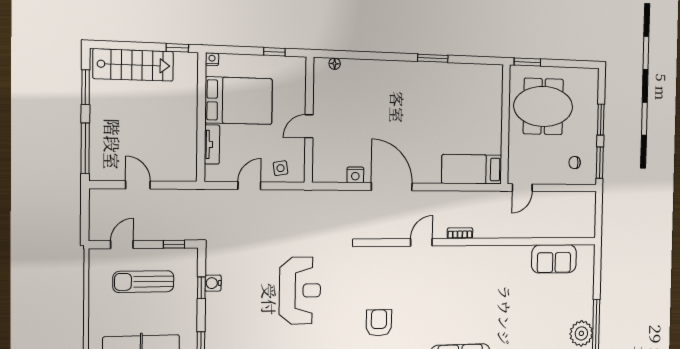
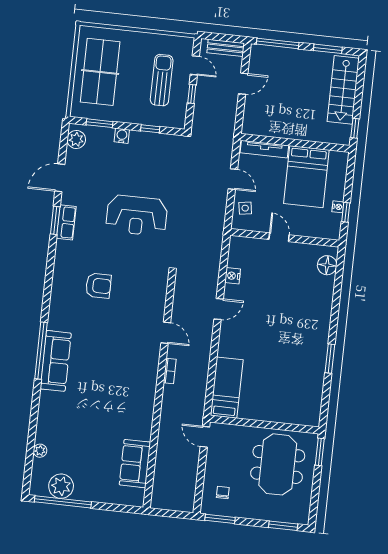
nightstand: (212, 59) -> (338, 207), moved
floor lamp: (335, 64) -> (327, 265), width x1.89, depth x1.89
window: (601, 120) -> (283, 526), moved
tv unit: (212, 144) -> (264, 149), width x1.41
door: (392, 187) -> (219, 309), width x0.53
bench: (97, 210) -> (226, 48), added
window: (174, 244) -> (192, 94), moved
water cooler: (213, 283) -> (122, 136), moved

